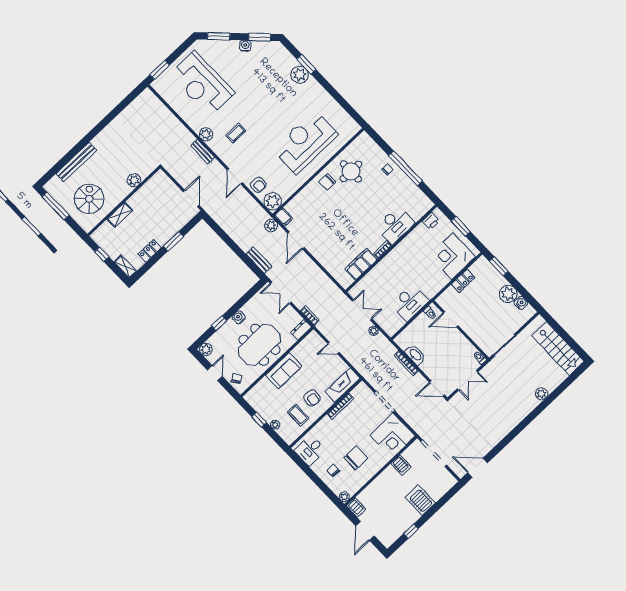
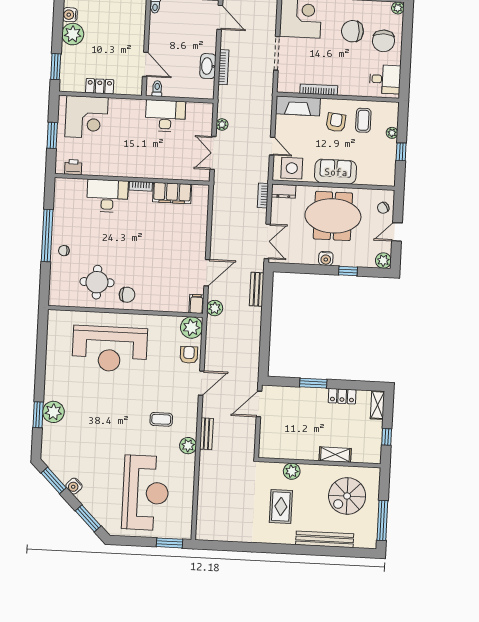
rug: (119, 155) -> (281, 507), added
side table: (310, 347) -> (292, 168), added
chair: (333, 471) -> (384, 41), width x1.87, depth x1.87

